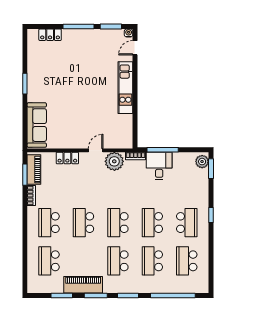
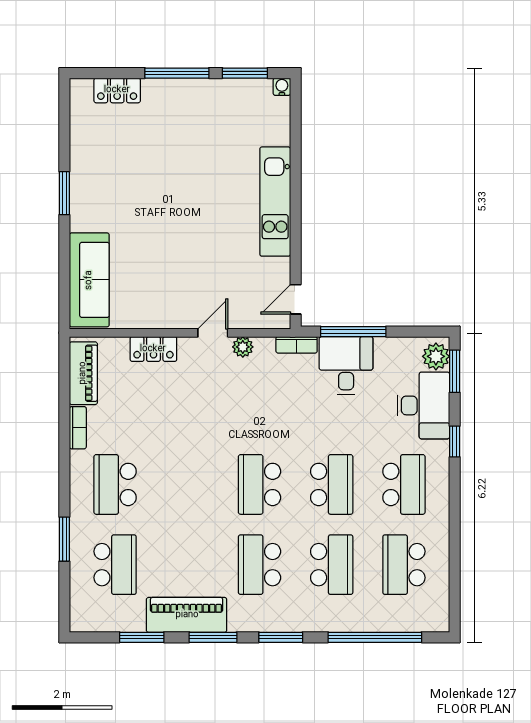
door: (135, 48) -> (296, 299), moved
plant: (114, 161) -> (243, 347), width x0.53, depth x0.53
window: (25, 175) -> (64, 539), moved
desk: (196, 185) -> (423, 405), added
window: (211, 215) -> (455, 442), moved
school desk: (83, 223) -> (187, 484), removed
school desk: (152, 223) -> (332, 484), turned 180
school desk: (49, 261) -> (115, 565), turned 180
school desk: (152, 261) -> (332, 565), turned 180

